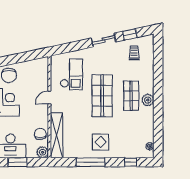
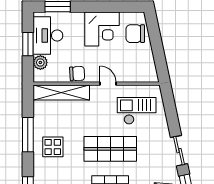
checkout: (71, 74) -> (137, 111), turned 180
chair: (40, 134) -> (77, 74), moved
plant: (43, 152) -> (40, 62), moved

